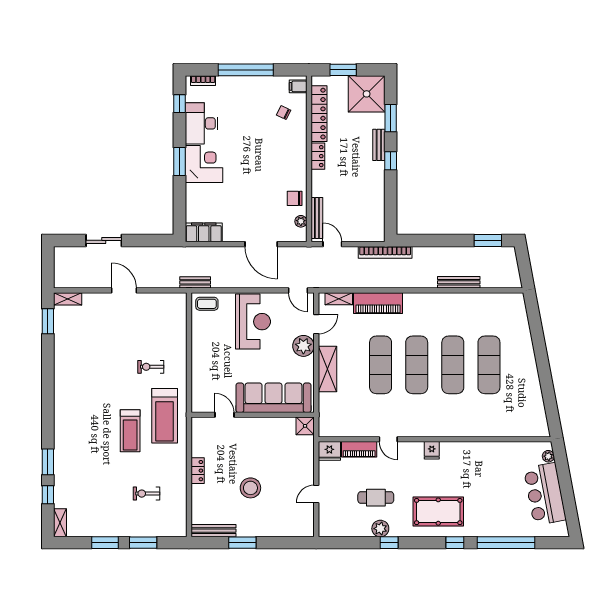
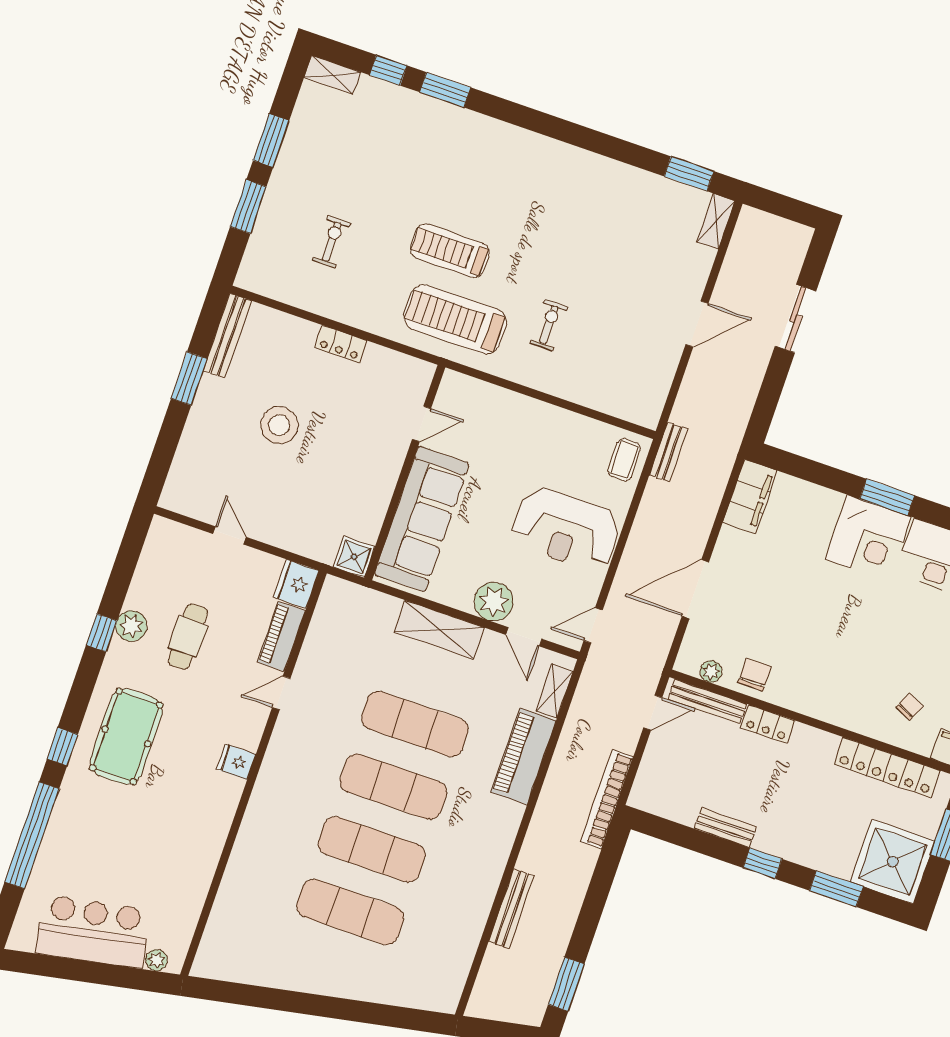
bench: (379, 145) -> (726, 828), moved
locker: (318, 156) -> (768, 724), moved

